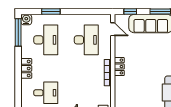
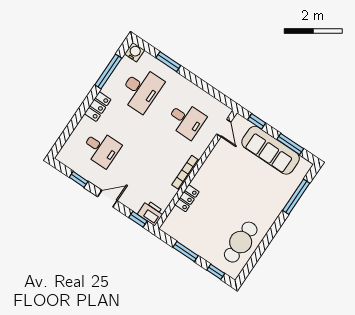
window: (18, 32) -> (108, 72), moved
desk: (86, 40) -> (186, 120), width x0.73
locker: (119, 67) -> (187, 198), moved

